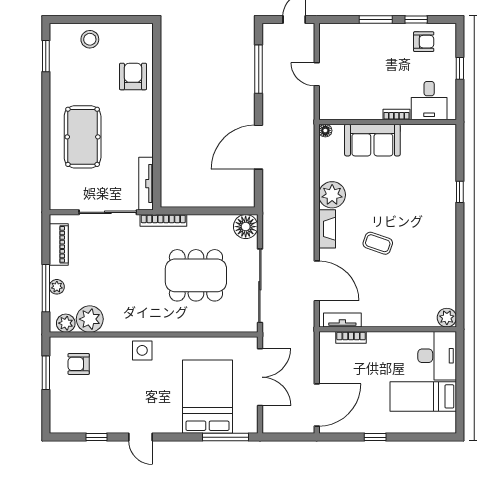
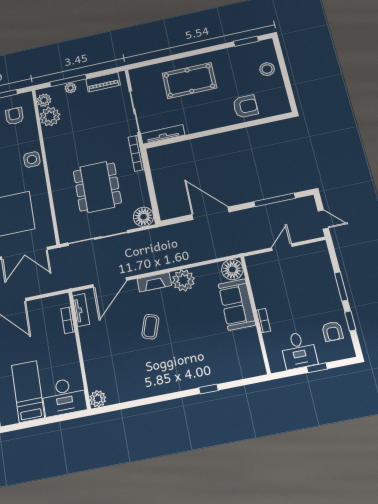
desk: (429, 101) -> (299, 350), moved, turned -90
floor lamp: (325, 131) -> (232, 270), width x1.89, depth x1.89

